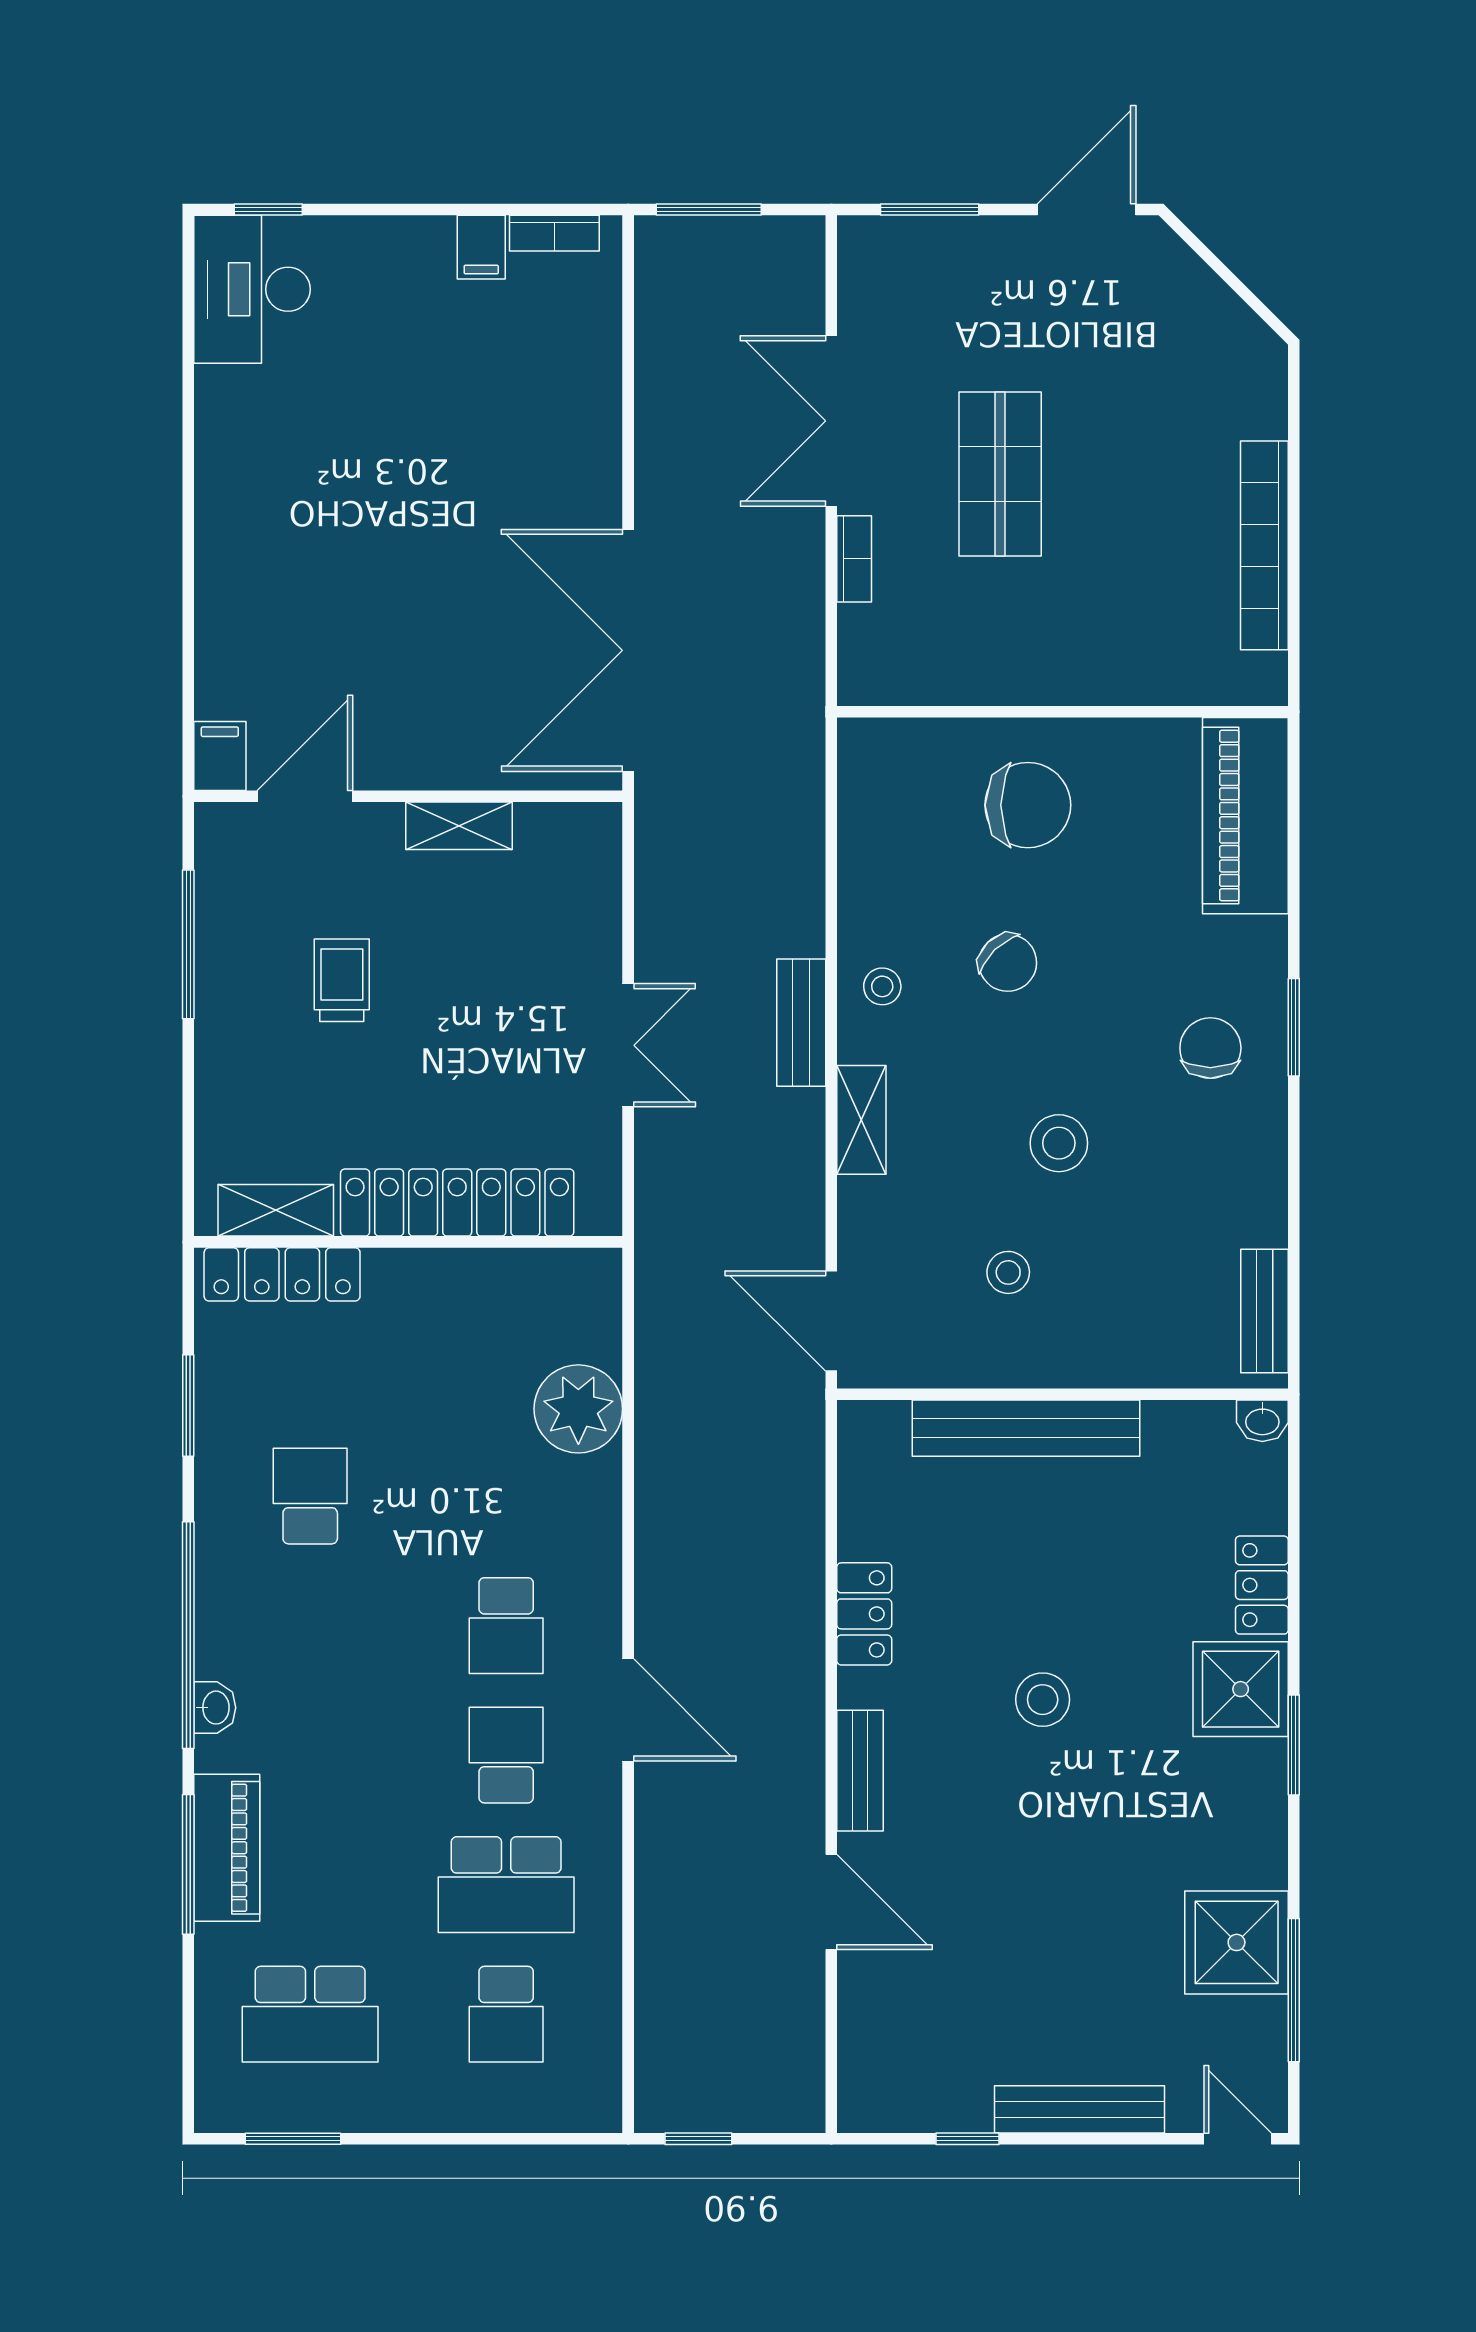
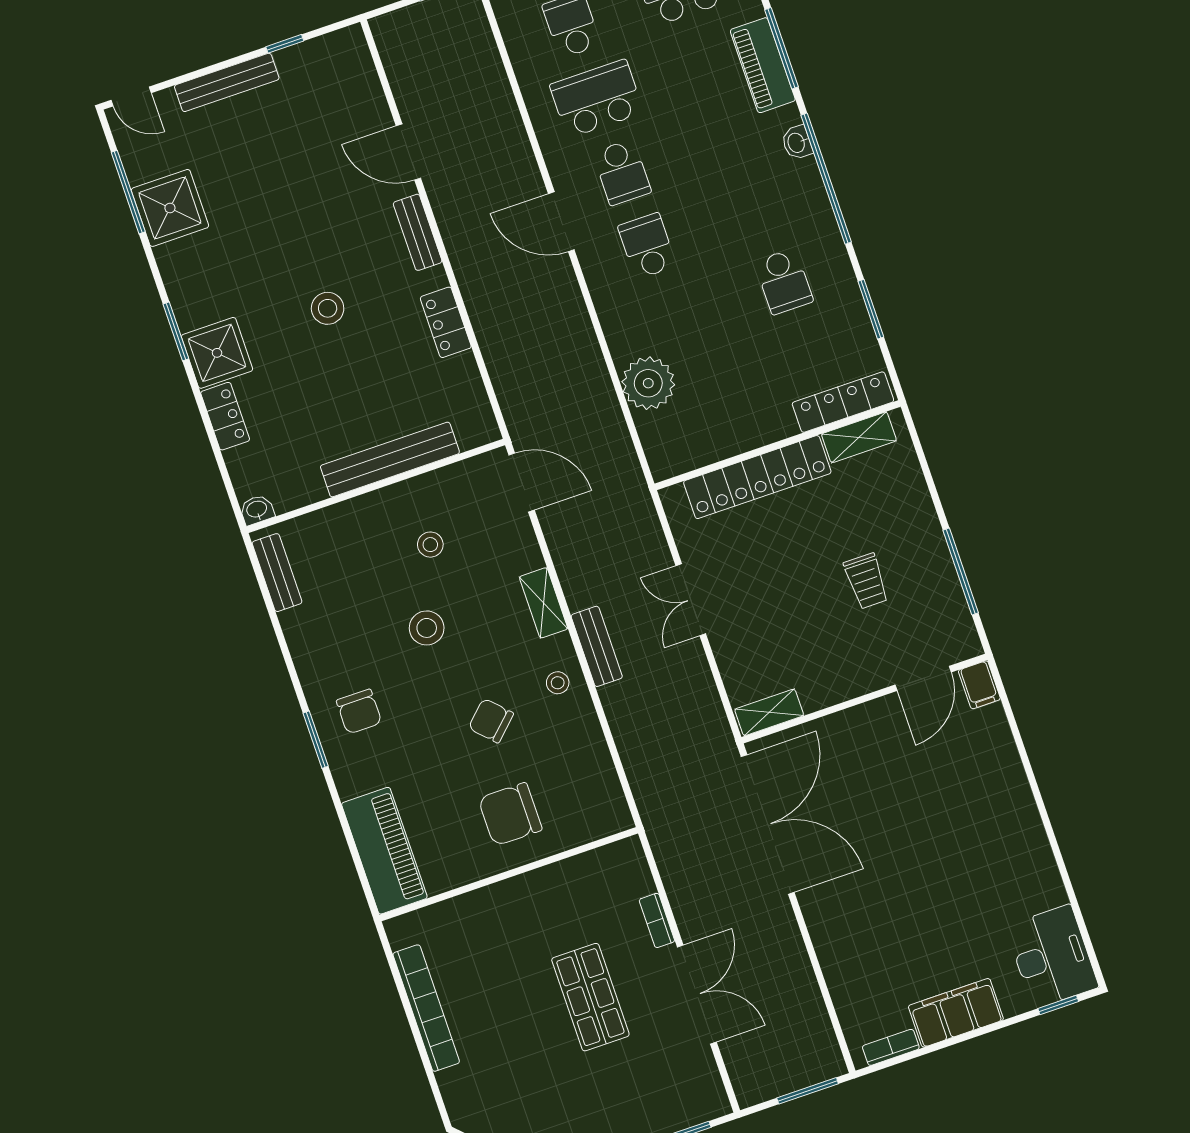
filing cabinet: (481, 247) -> (956, 1013), width x3.00, depth x1.17
shelving: (459, 826) -> (769, 712), moved

